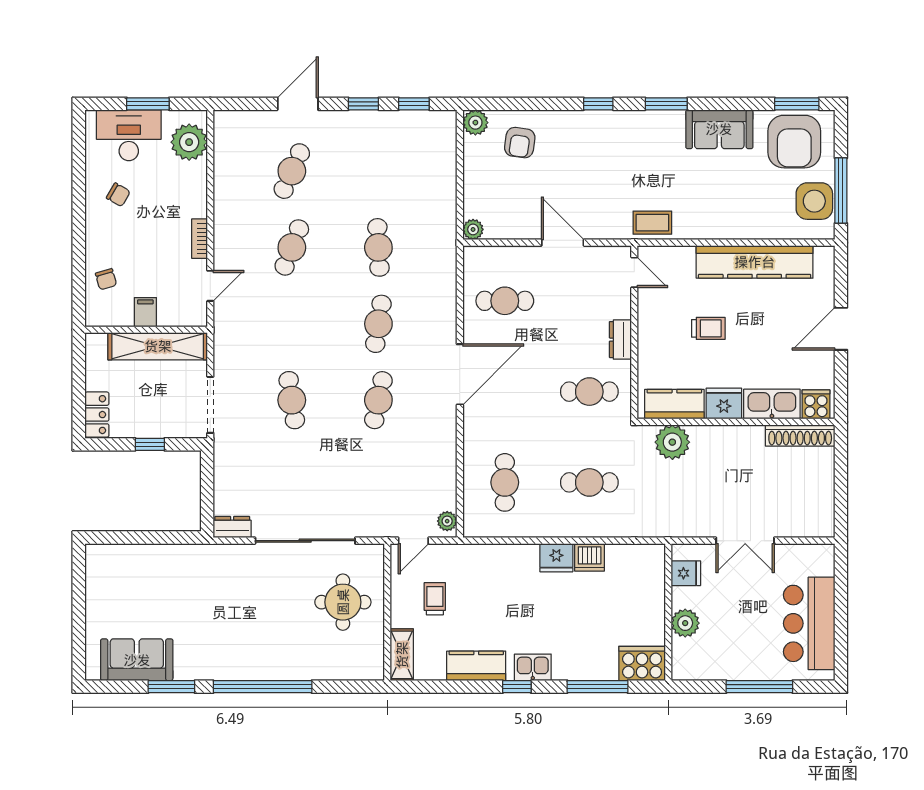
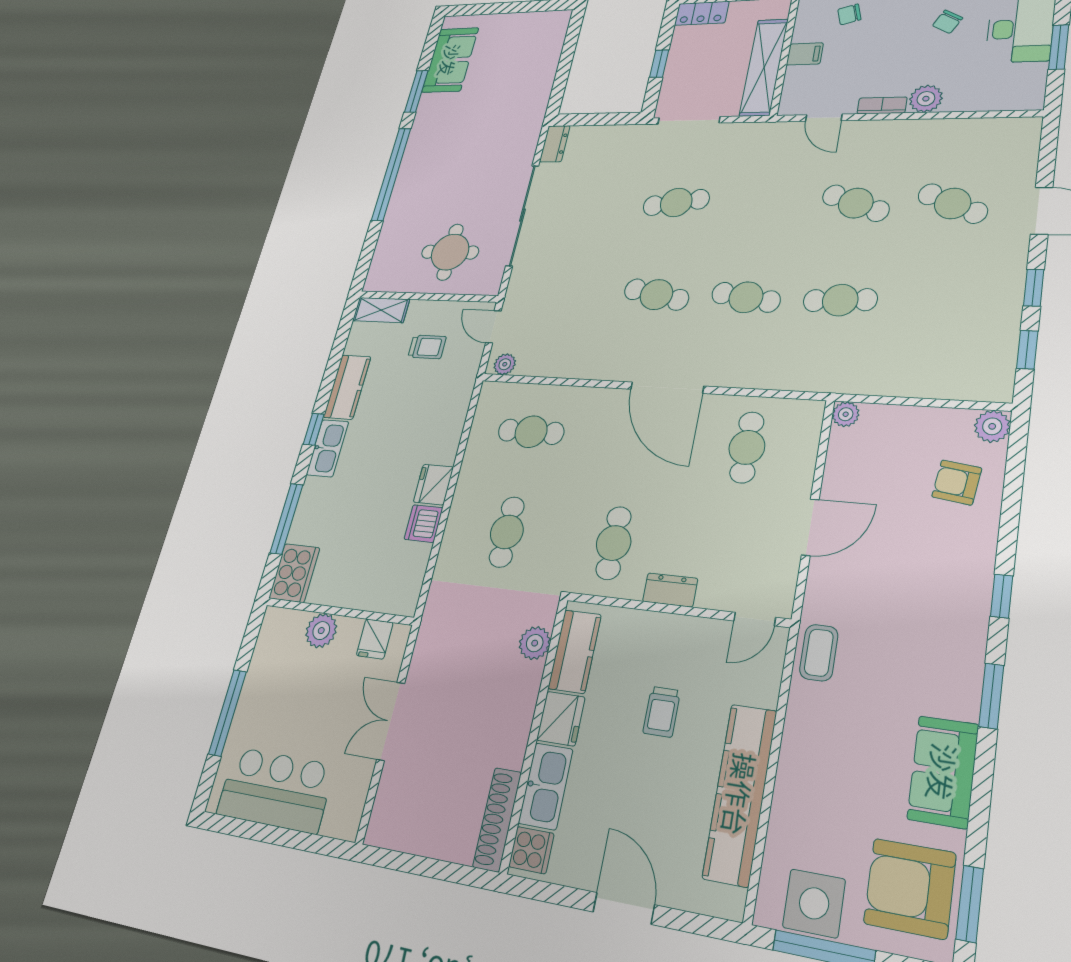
plant: (189, 142) -> (926, 99), moved, width x0.73, depth x0.73
plant: (672, 442) -> (535, 643), width x0.73, depth x0.73
kitchen sink: (533, 667) -> (328, 448), width x1.38

